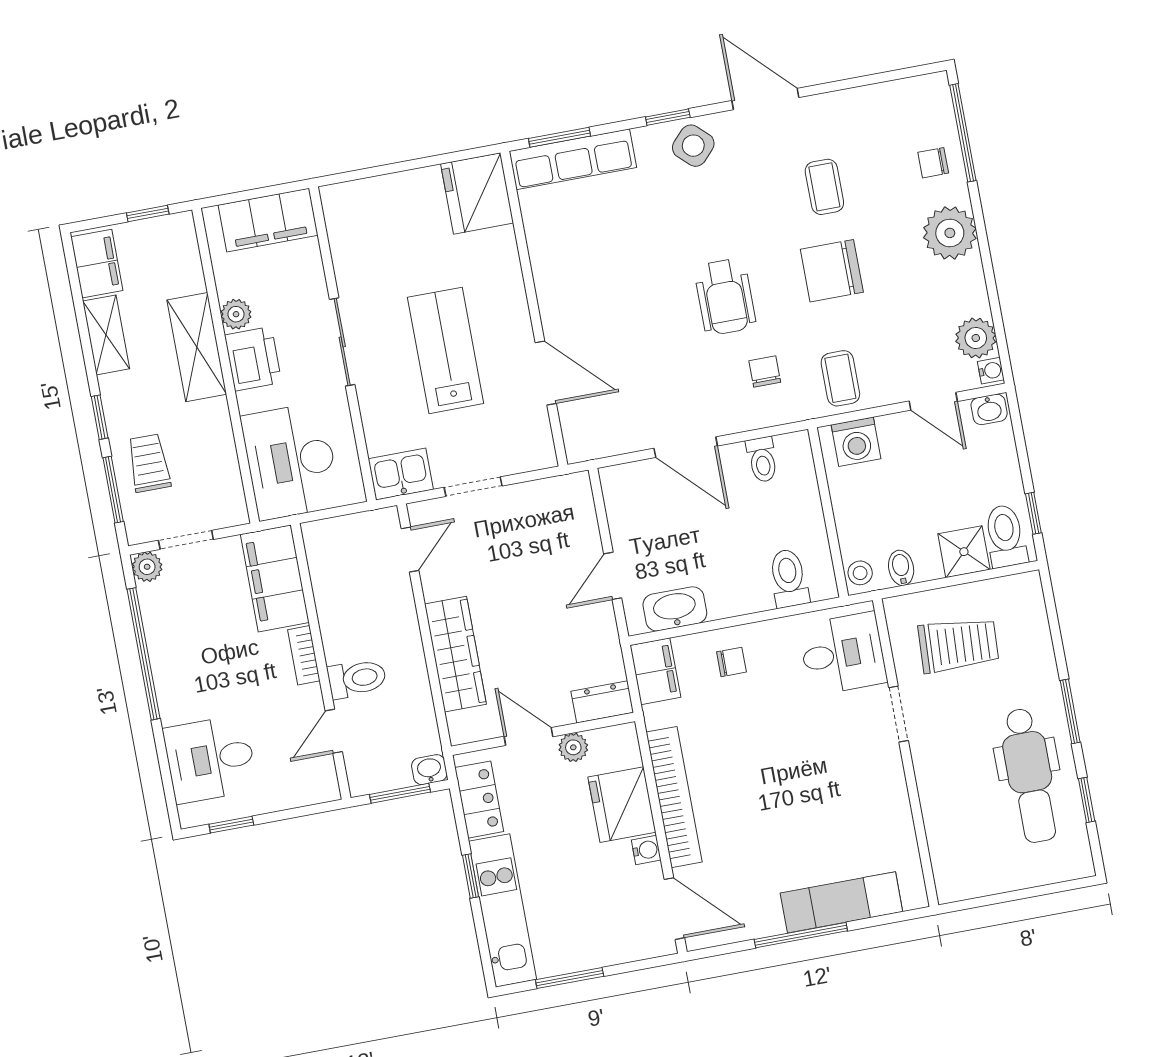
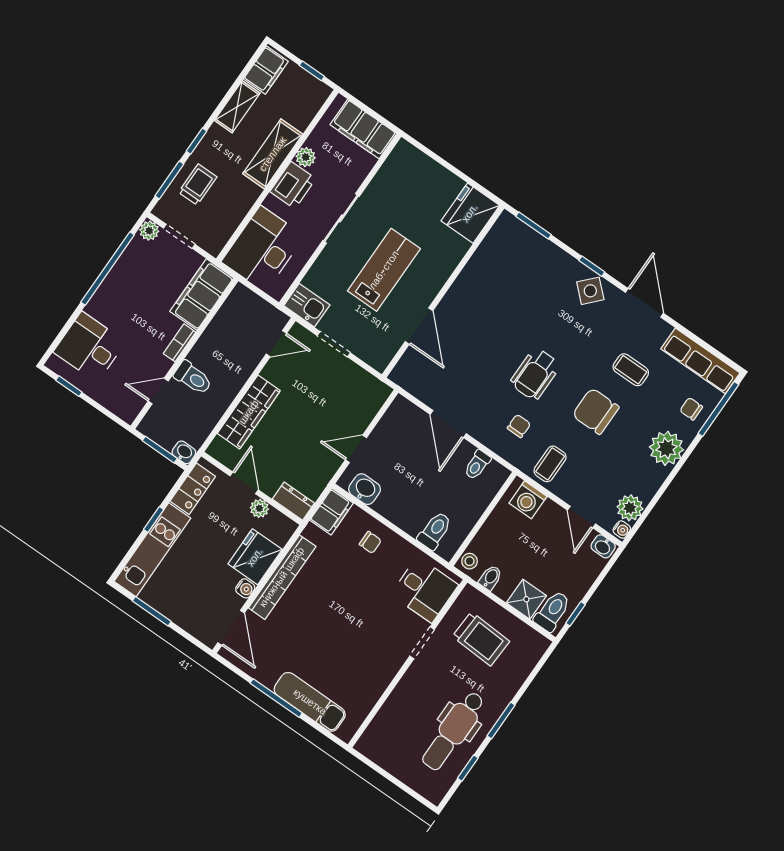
row of seats: (573, 159) -> (700, 361), moved
coffee table: (824, 187) -> (631, 370), turned 90
washbasin: (675, 609) -> (365, 489), width x0.72

